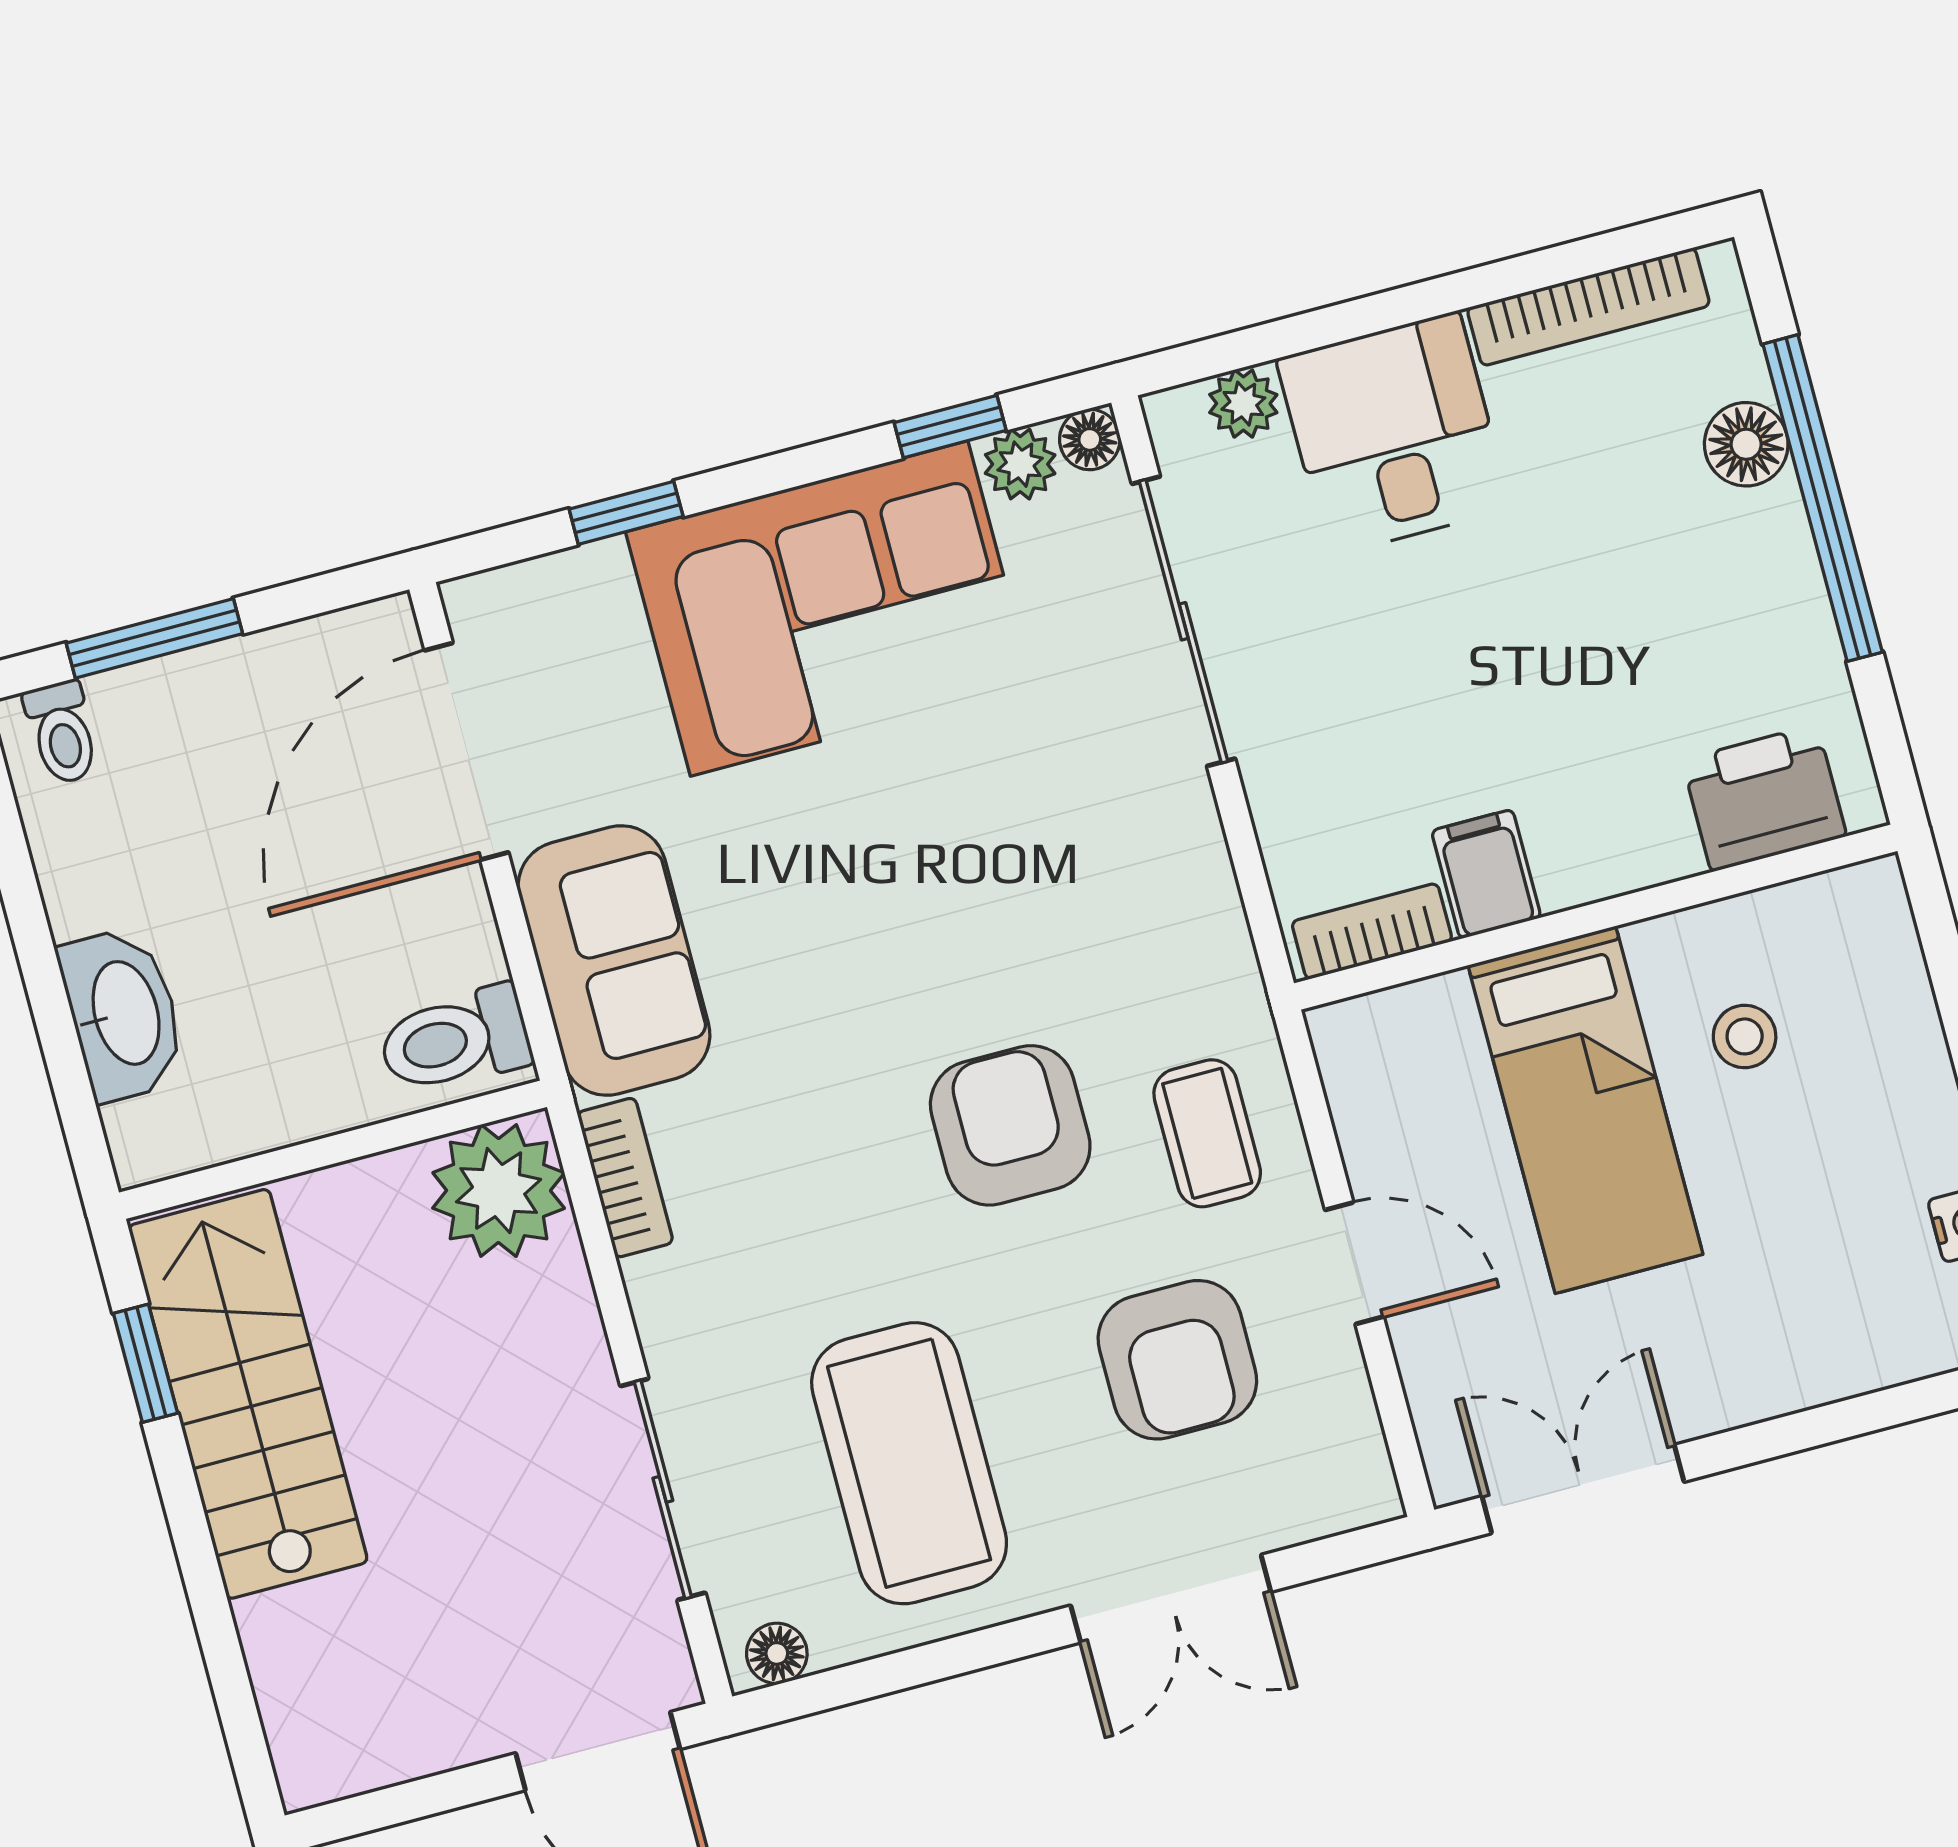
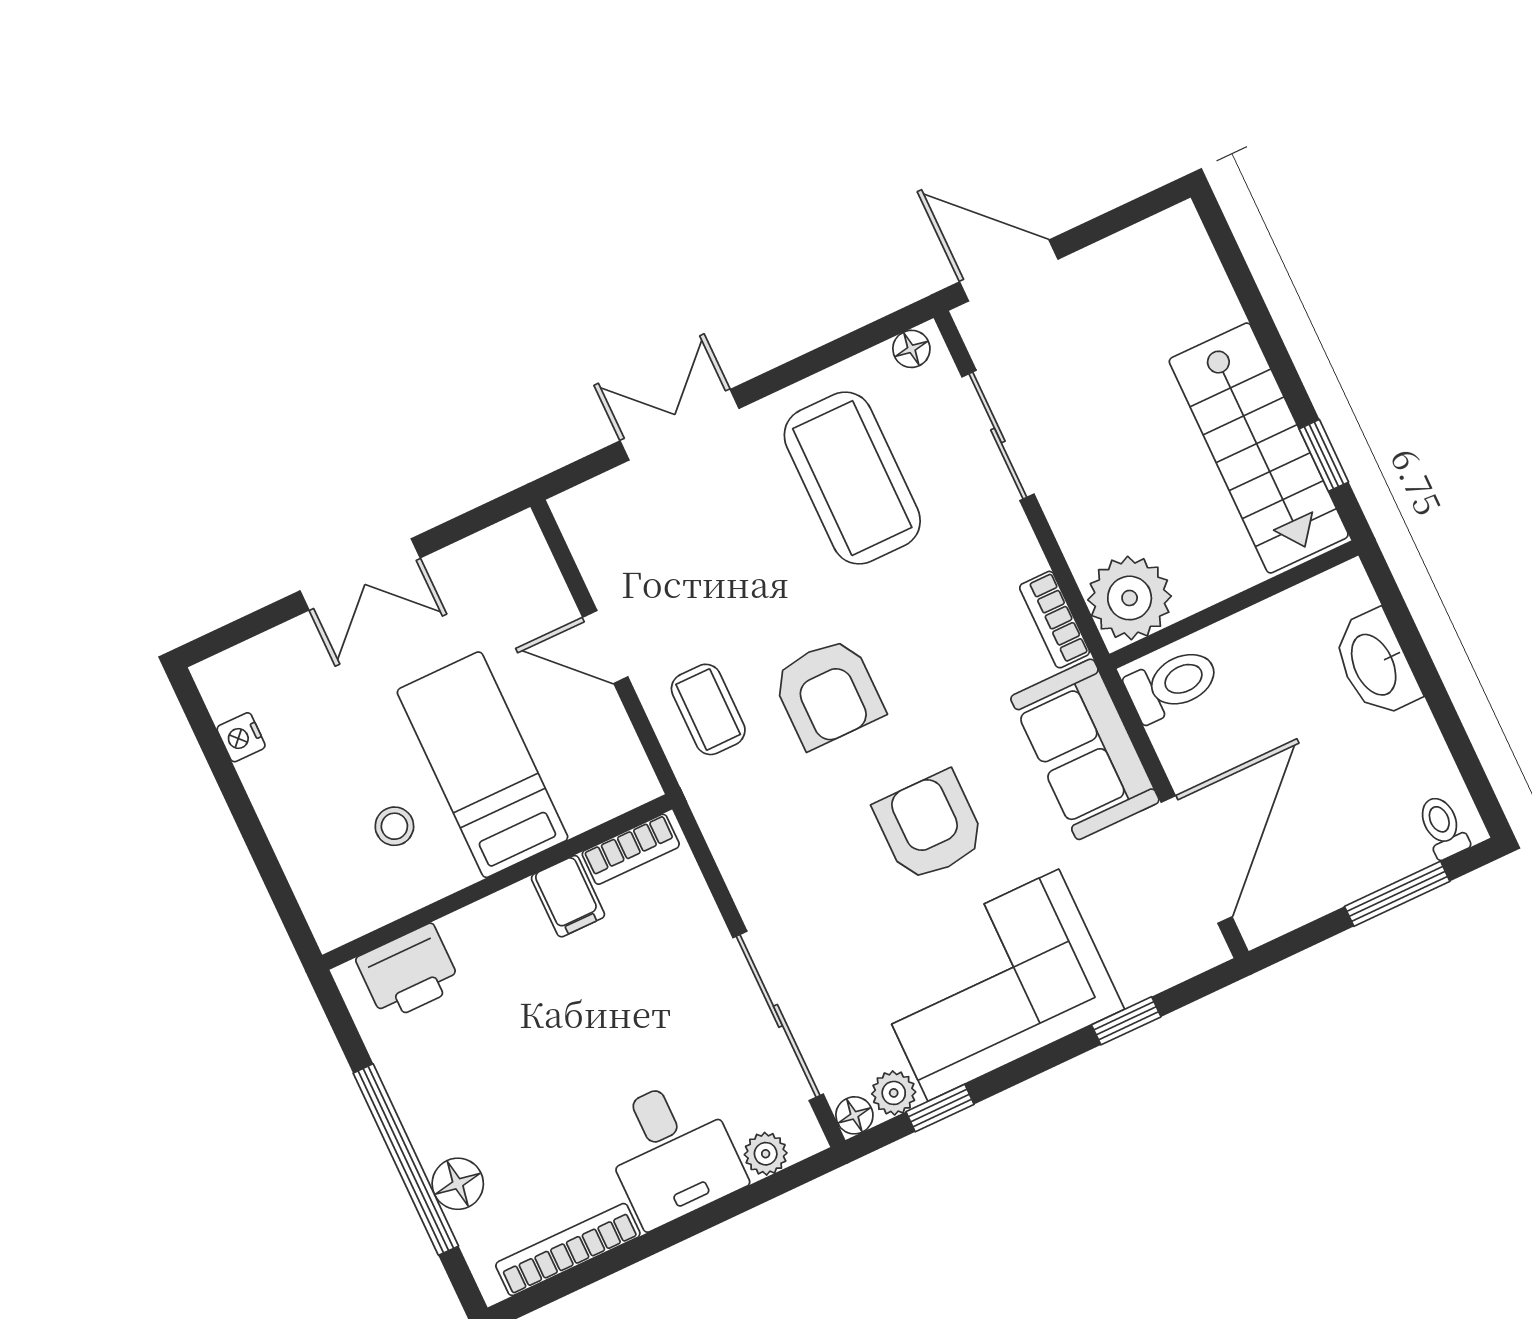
armchair: (1177, 1360) -> (930, 826), moved
double door: (1583, 1489) -> (360, 574), moved

